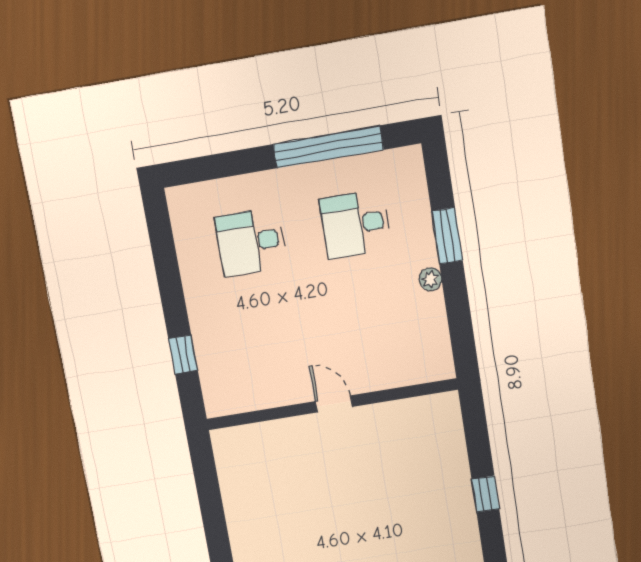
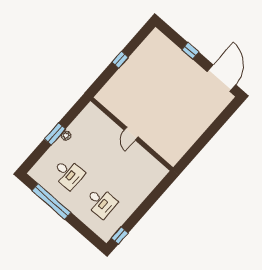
window: (447, 236) -> (55, 134), moved
window: (183, 354) -> (120, 235), moved

